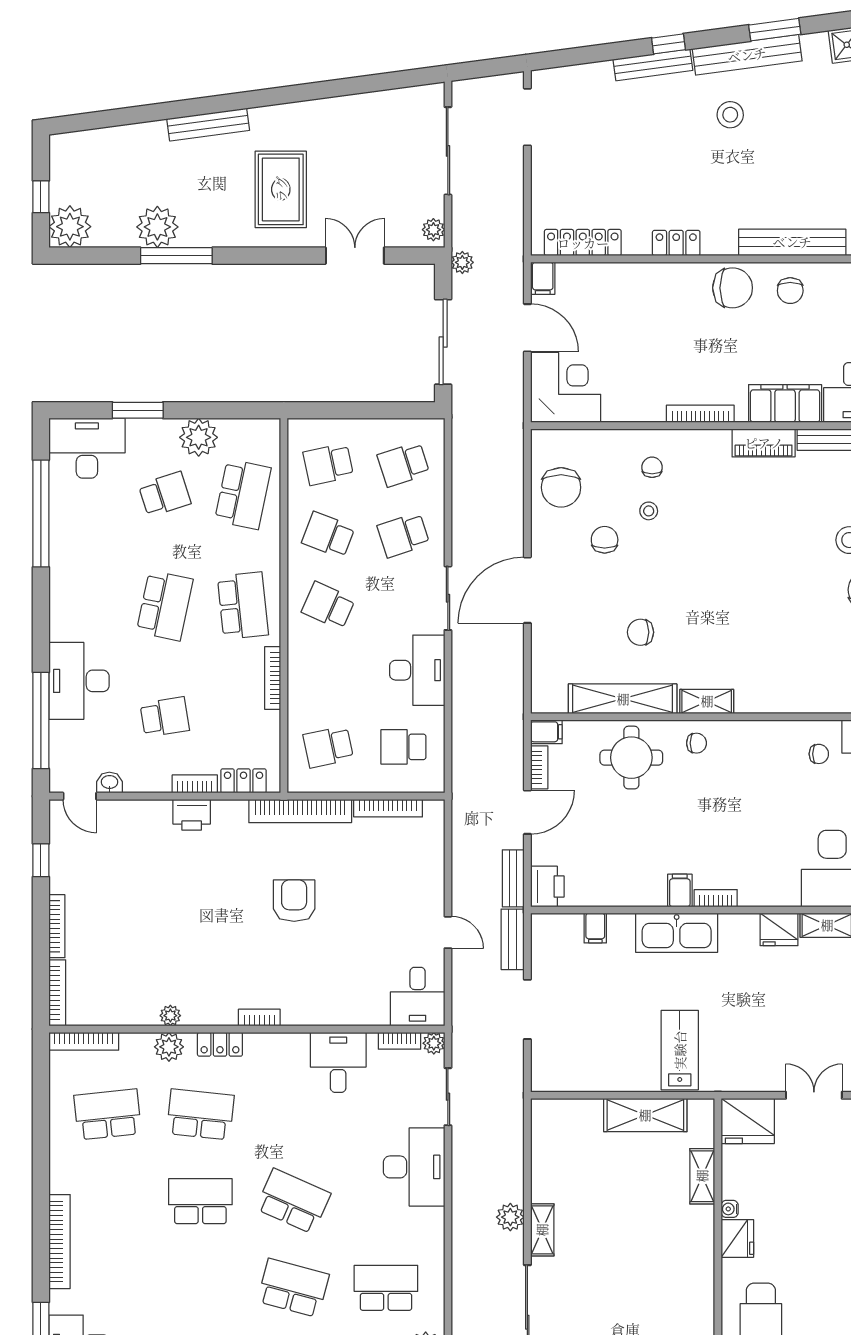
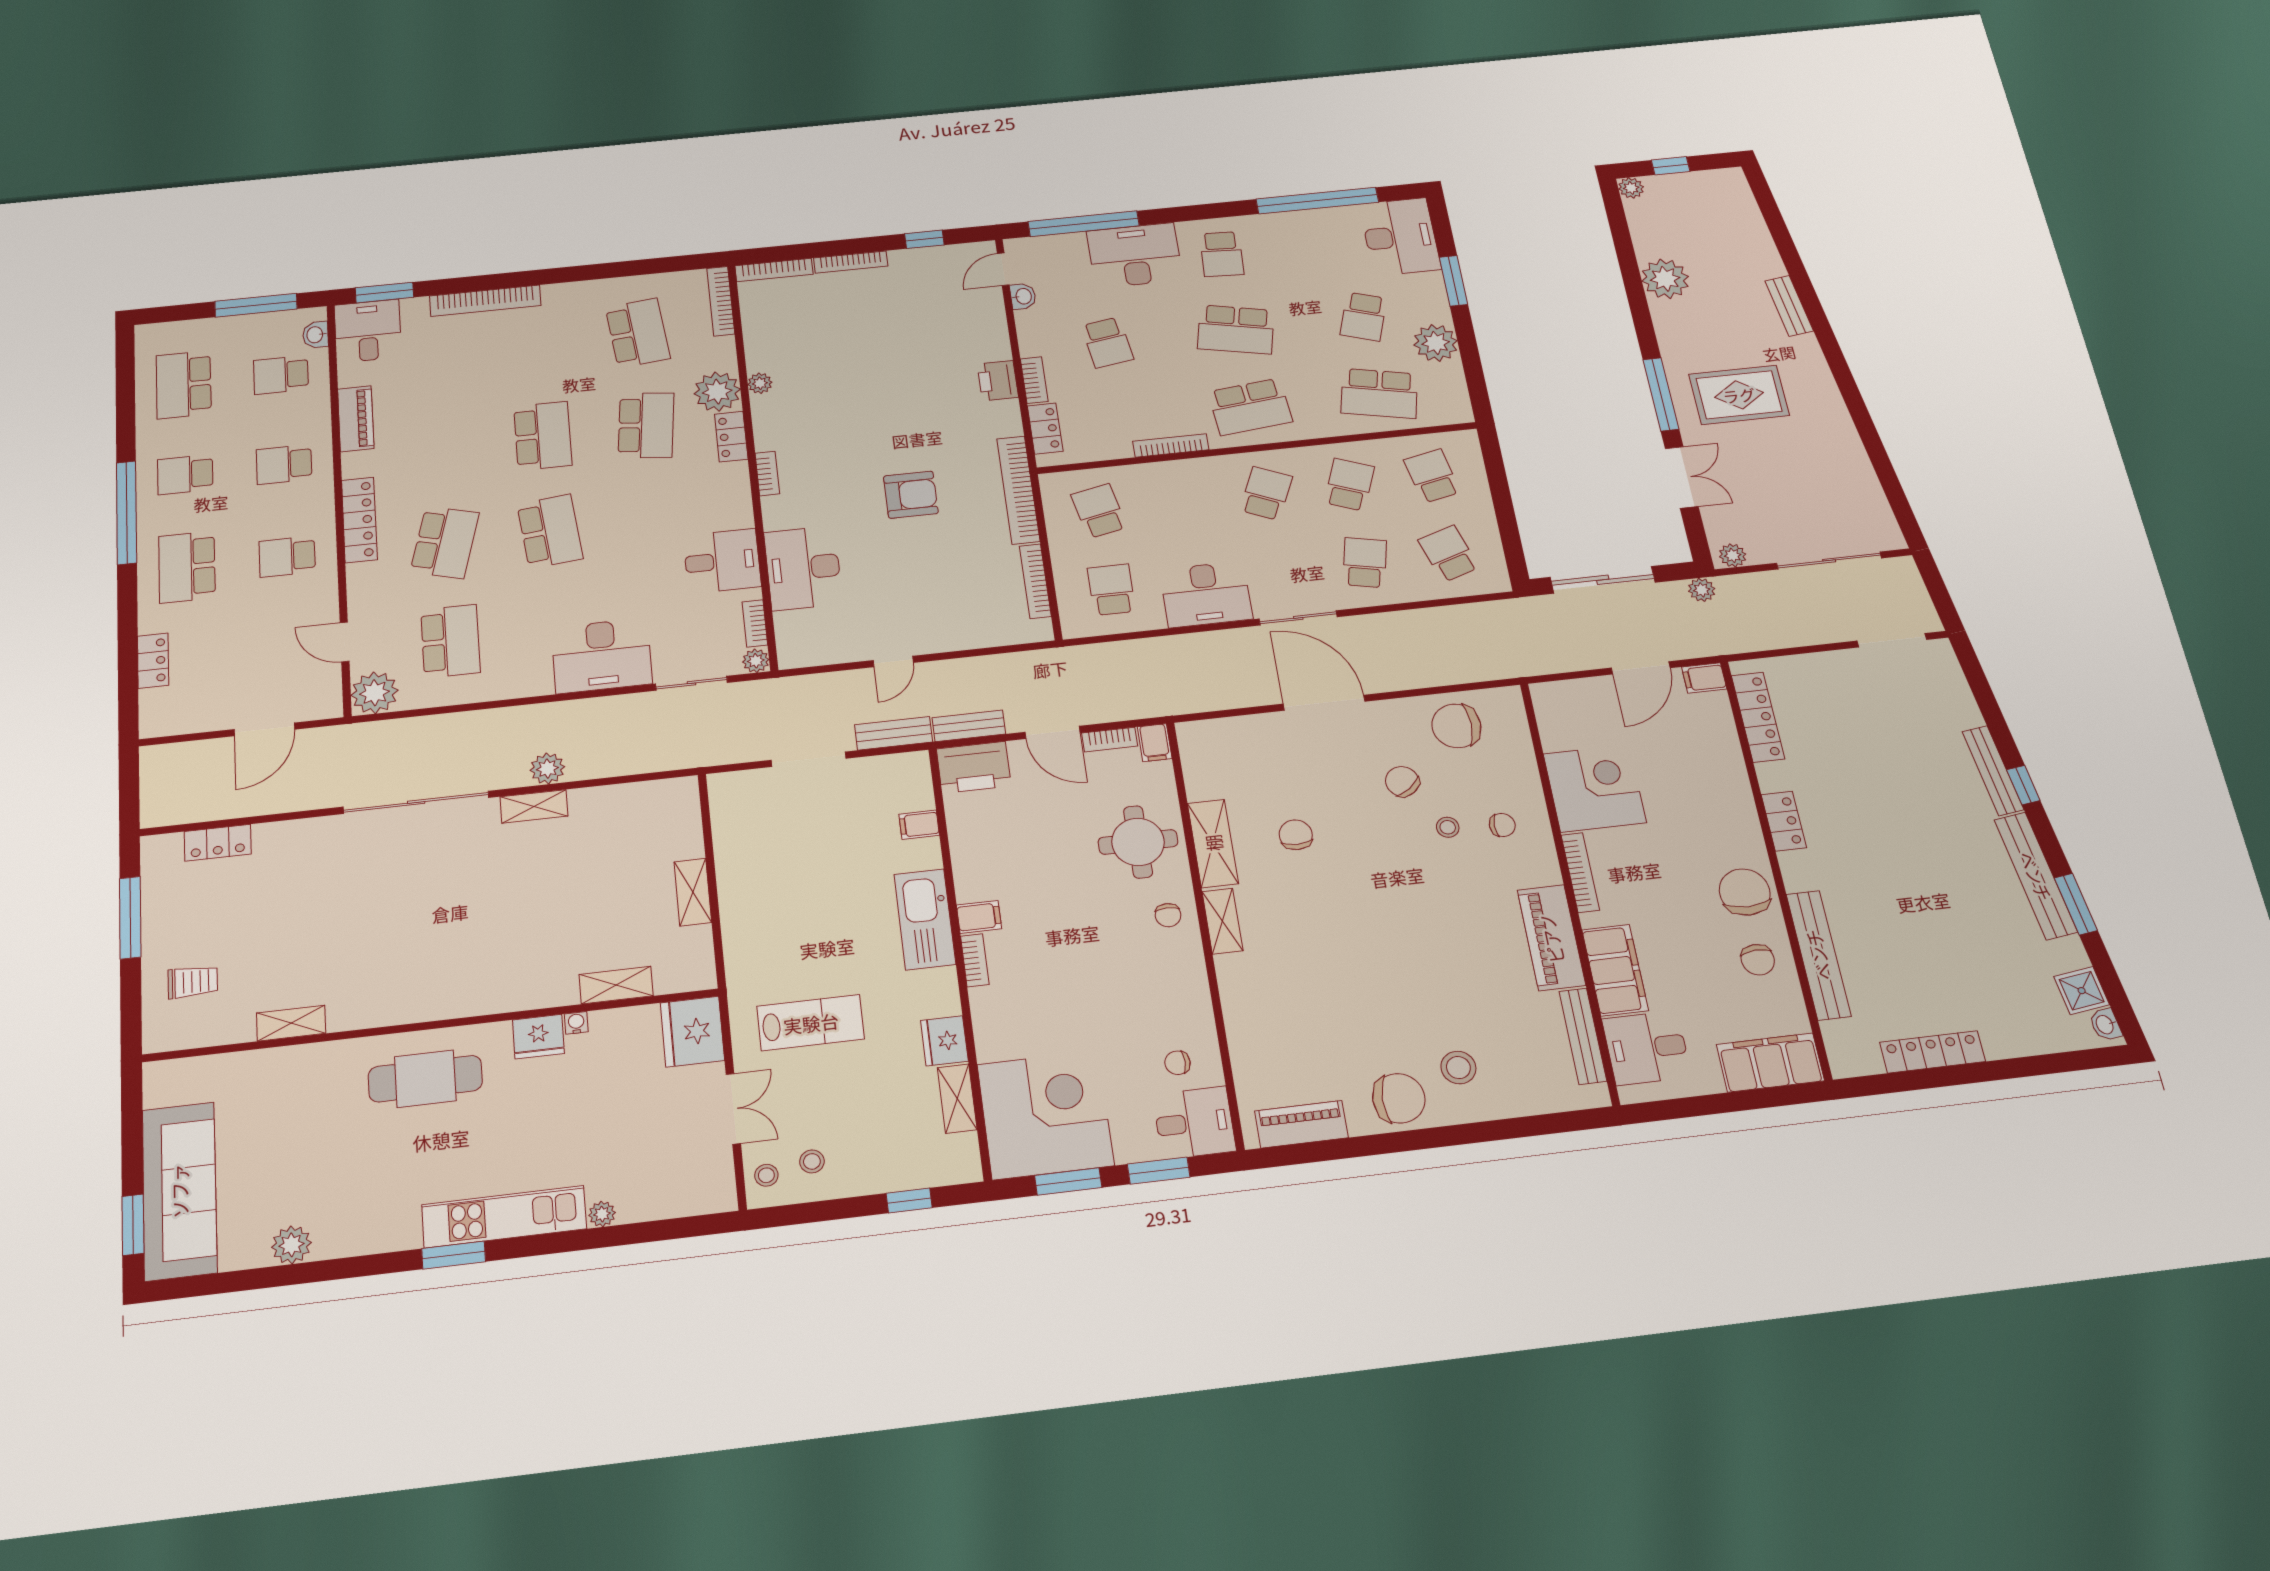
stool: (730, 115) -> (1957, 865), removed
bench: (208, 125) -> (1789, 306), width x0.73
plant: (70, 227) -> (1631, 188), width x0.53, depth x0.53
window: (176, 256) -> (1661, 394), moved
chair: (733, 288) -> (1745, 892), turned 180
chair: (790, 291) -> (1758, 960), turned -93
corner desk: (566, 387) -> (1595, 788), moved, turned -90
piano: (764, 443) -> (1551, 938), width x1.37, depth x1.33
school desk: (165, 494) -> (1363, 317), turned 36
school desk: (403, 535) -> (1365, 563), turned 30
chair: (605, 540) -> (1402, 781), turned -126
school desk: (87, 606) -> (1222, 254), added
shelving: (623, 699) -> (1213, 843), width x0.68
chair: (819, 754) -> (1177, 1063), turned 90
printer: (547, 887) -> (974, 767), width x1.37, depth x1.19
desk: (418, 997) -> (803, 568), moved, width x1.37
plant: (169, 1047) -> (717, 392), width x1.36, depth x1.36
lab bench: (680, 1050) -> (811, 1023), moved
shelving: (645, 1115) -> (693, 892), width x0.67, depth x0.75
school desk: (293, 1201) -> (550, 531), turned -30

